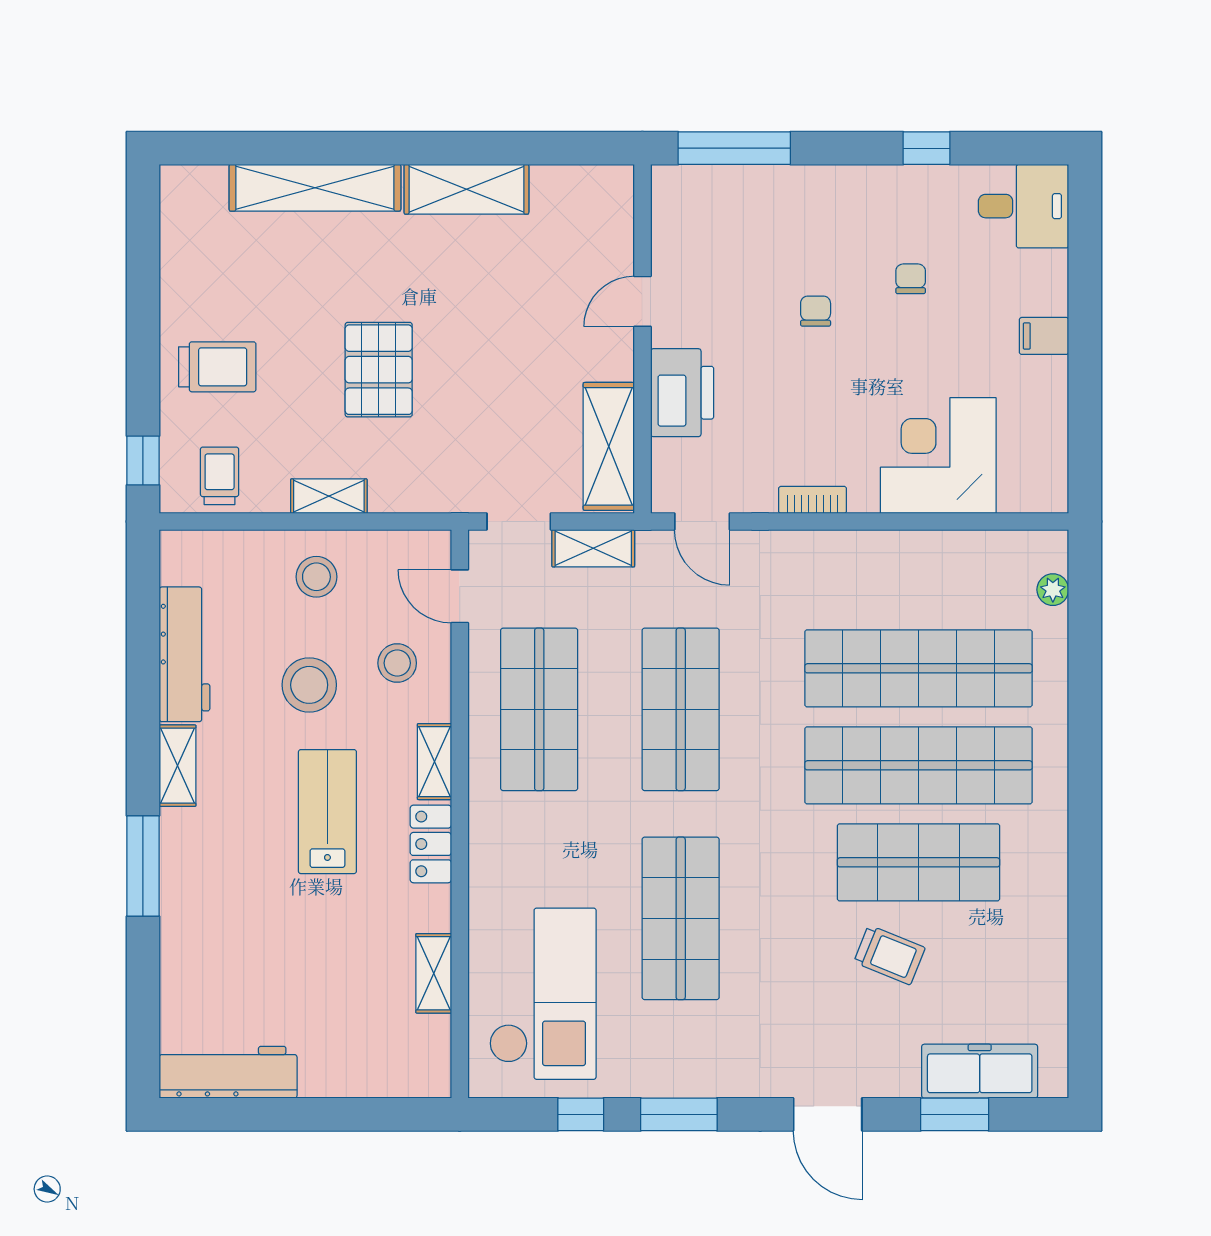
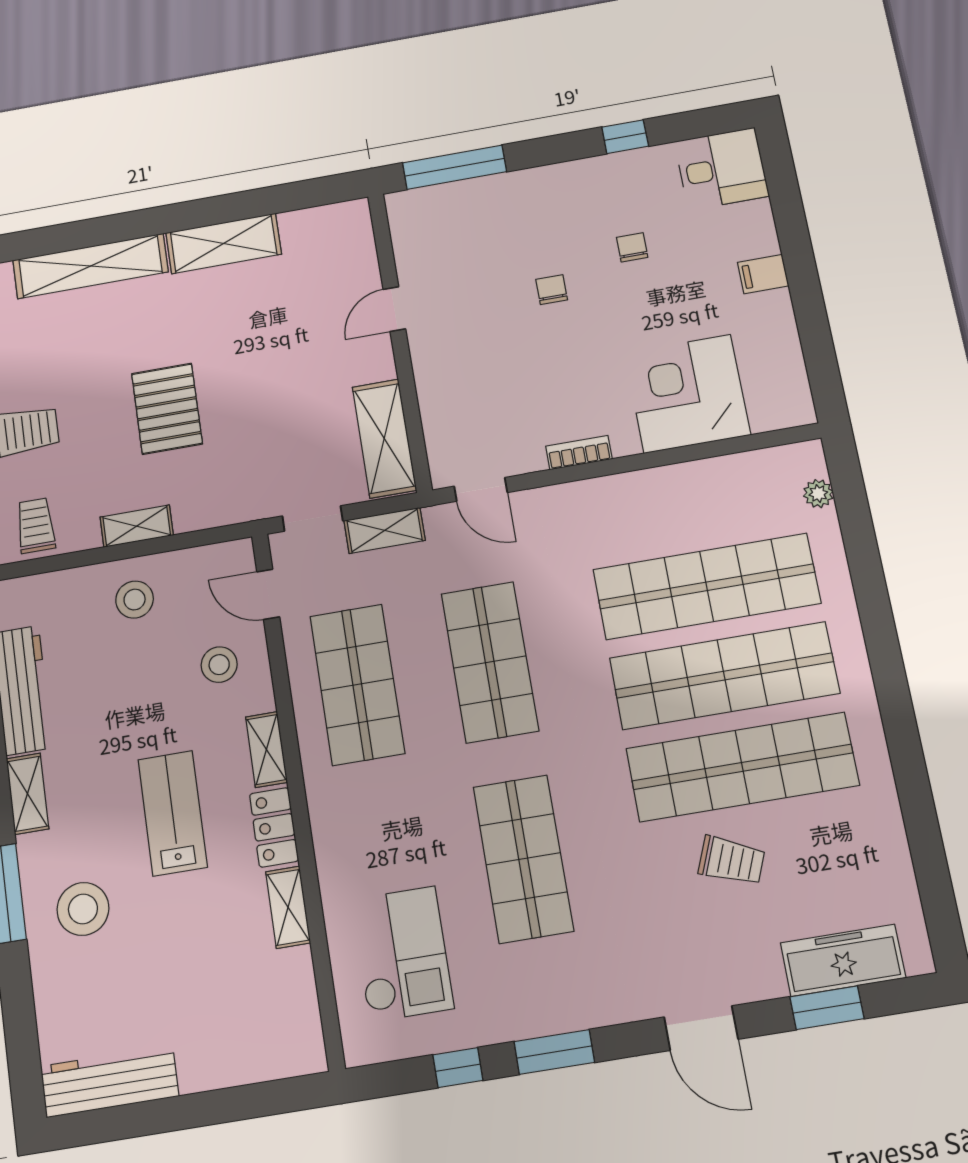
printer: (682, 393) -> (443, 380), removed
stool: (309, 685) -> (83, 909), moved
shop shelf: (918, 862) -> (742, 767), width x1.40
shelving: (434, 973) -> (288, 907), moved
checkout: (543, 994) -> (402, 954), width x0.73, depth x0.83

